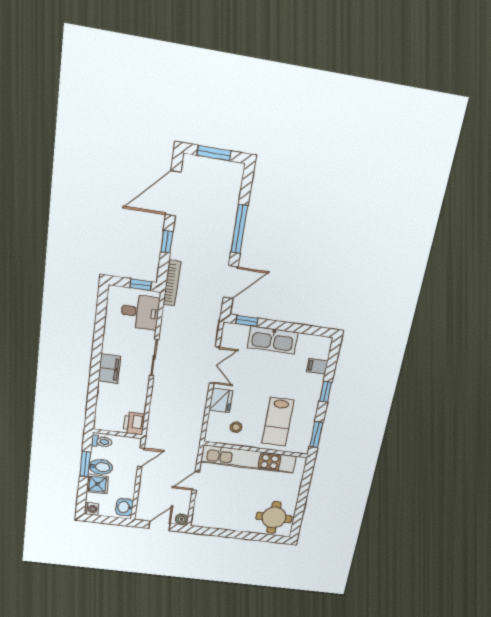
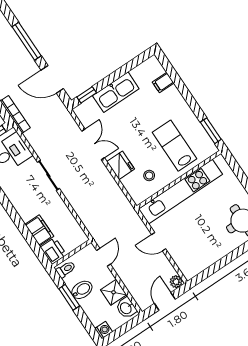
door: (231, 282) -> (52, 79), swing flipped
filing cabinet: (109, 369) -> (39, 230), moved
window: (326, 392) -> (187, 95), removed
lab bench: (278, 422) -> (175, 146), turned 180
printer: (134, 423) -> (53, 251), moved, turned 180
door: (196, 481) -> (159, 242), hinge flipped
shower: (97, 484) -> (114, 292), moved

